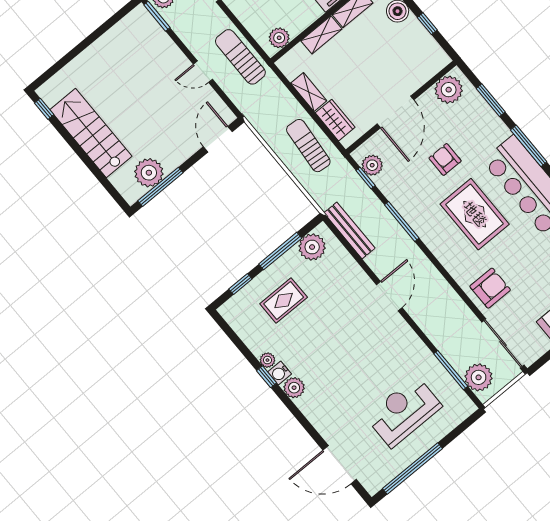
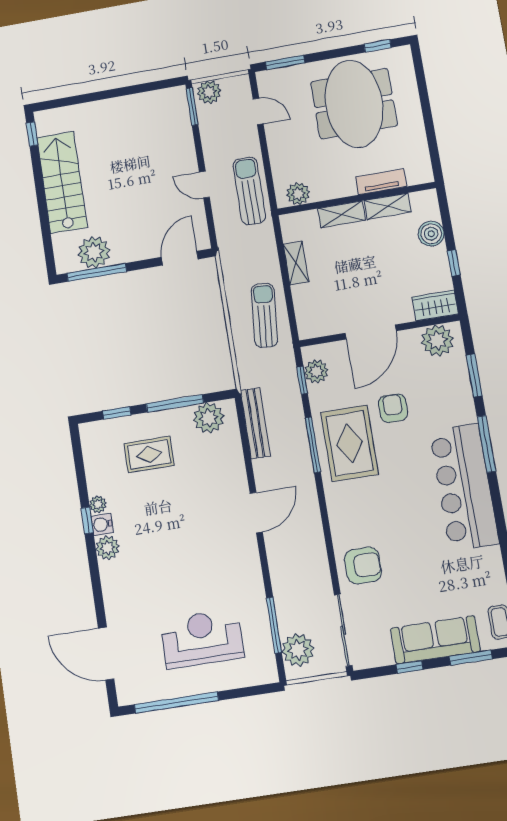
wardrobe: (335, 120) -> (435, 305), moved, turned -90
rug: (475, 214) -> (350, 443), moved

